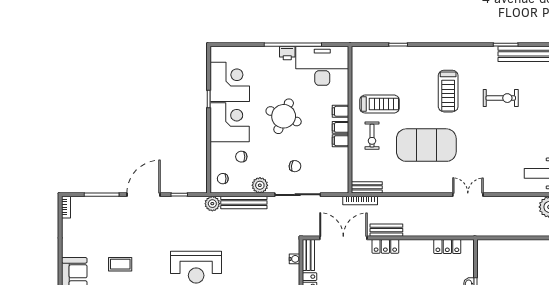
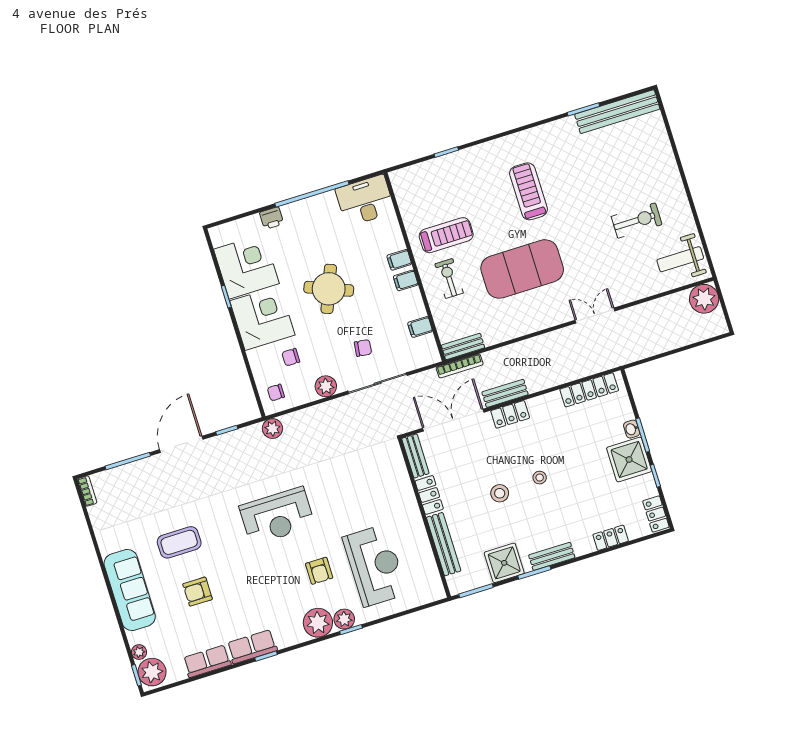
printer: (287, 53) -> (272, 218), moved
desk: (322, 66) -> (365, 201), width x0.73, depth x0.77
treadmill: (448, 91) -> (529, 191), turned 180
exercise bike: (501, 98) -> (637, 221), moved
exercise bike: (372, 136) -> (449, 278), turned 180
filing cabinet: (340, 141) -> (420, 327), moved
bench: (244, 203) -> (312, 415), removed
locker: (447, 247) -> (589, 390), width x1.53
water cooler: (294, 259) -> (399, 466), removed
coffee table: (120, 264) -> (179, 542), width x1.36, depth x1.30

